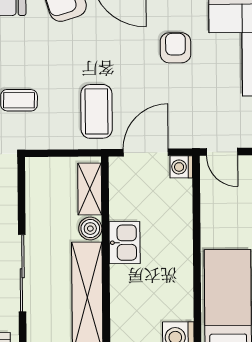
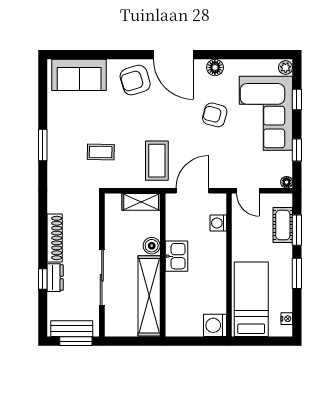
armchair: (175, 48) -> (215, 115), turned -75
washing machine: (181, 167) -> (218, 223), moved
shelving: (90, 189) -> (141, 202), moved, turned 90

